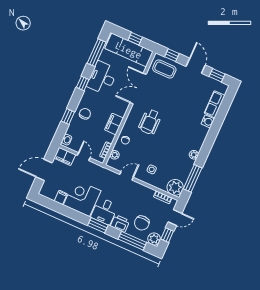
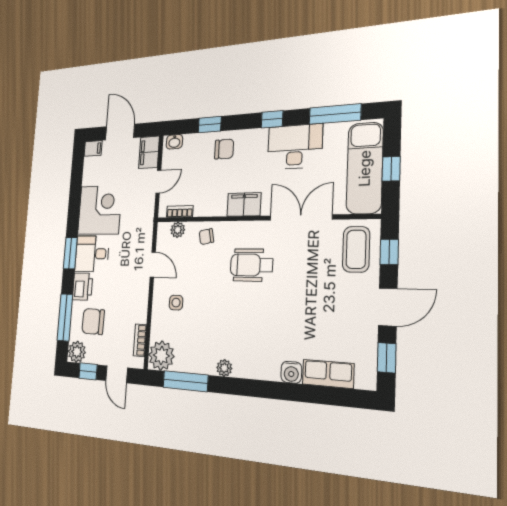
filing cabinet: (114, 124) -> (244, 204), moved
filing cabinet: (61, 197) -> (93, 148), moved

